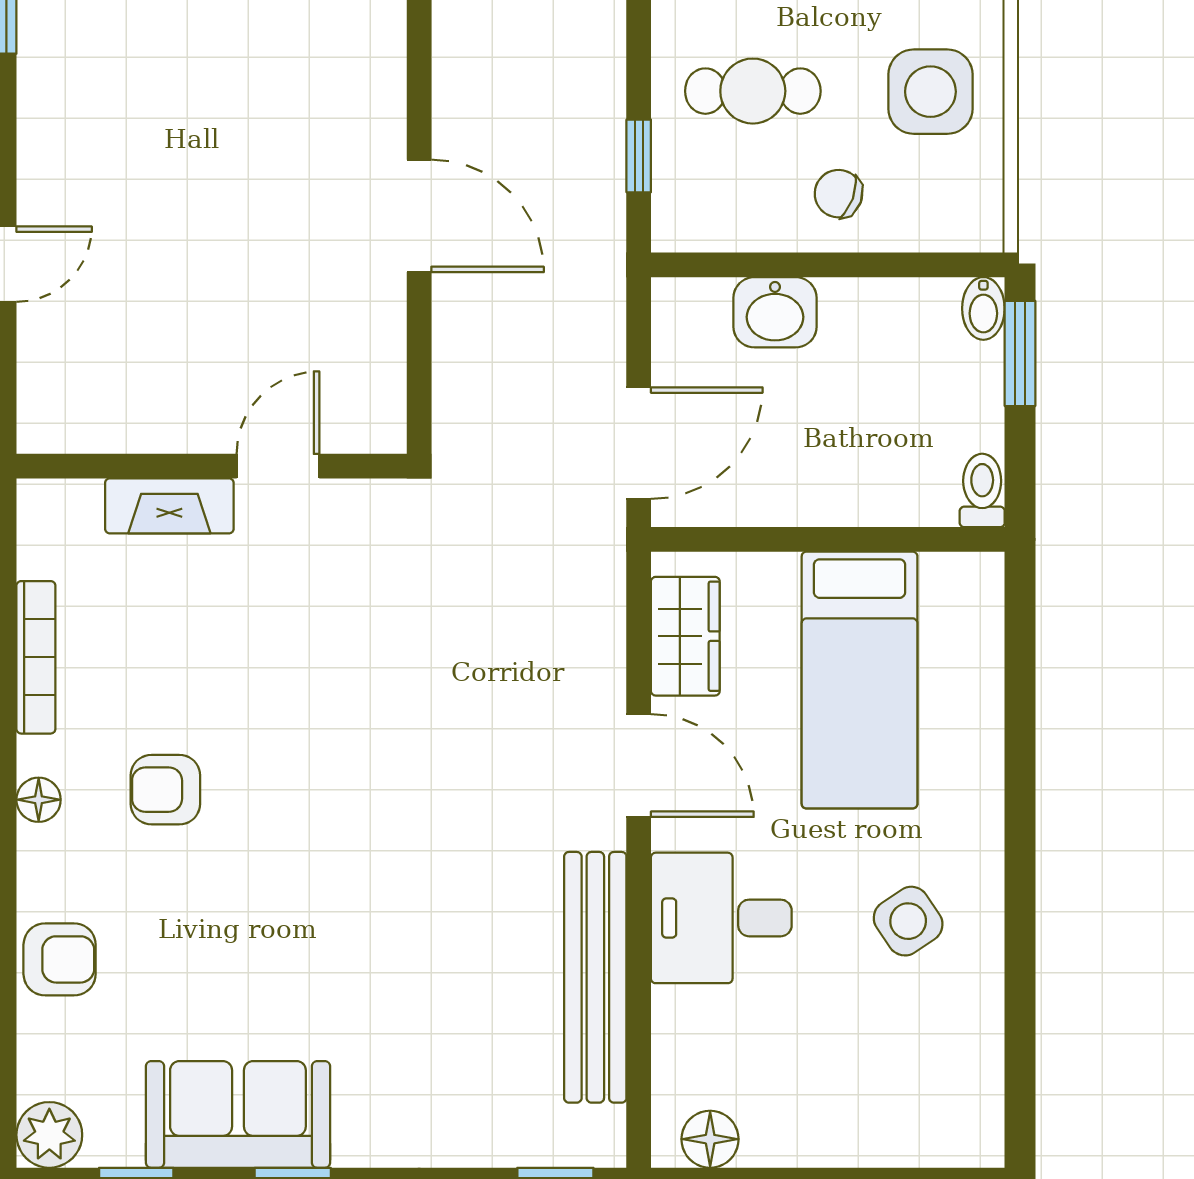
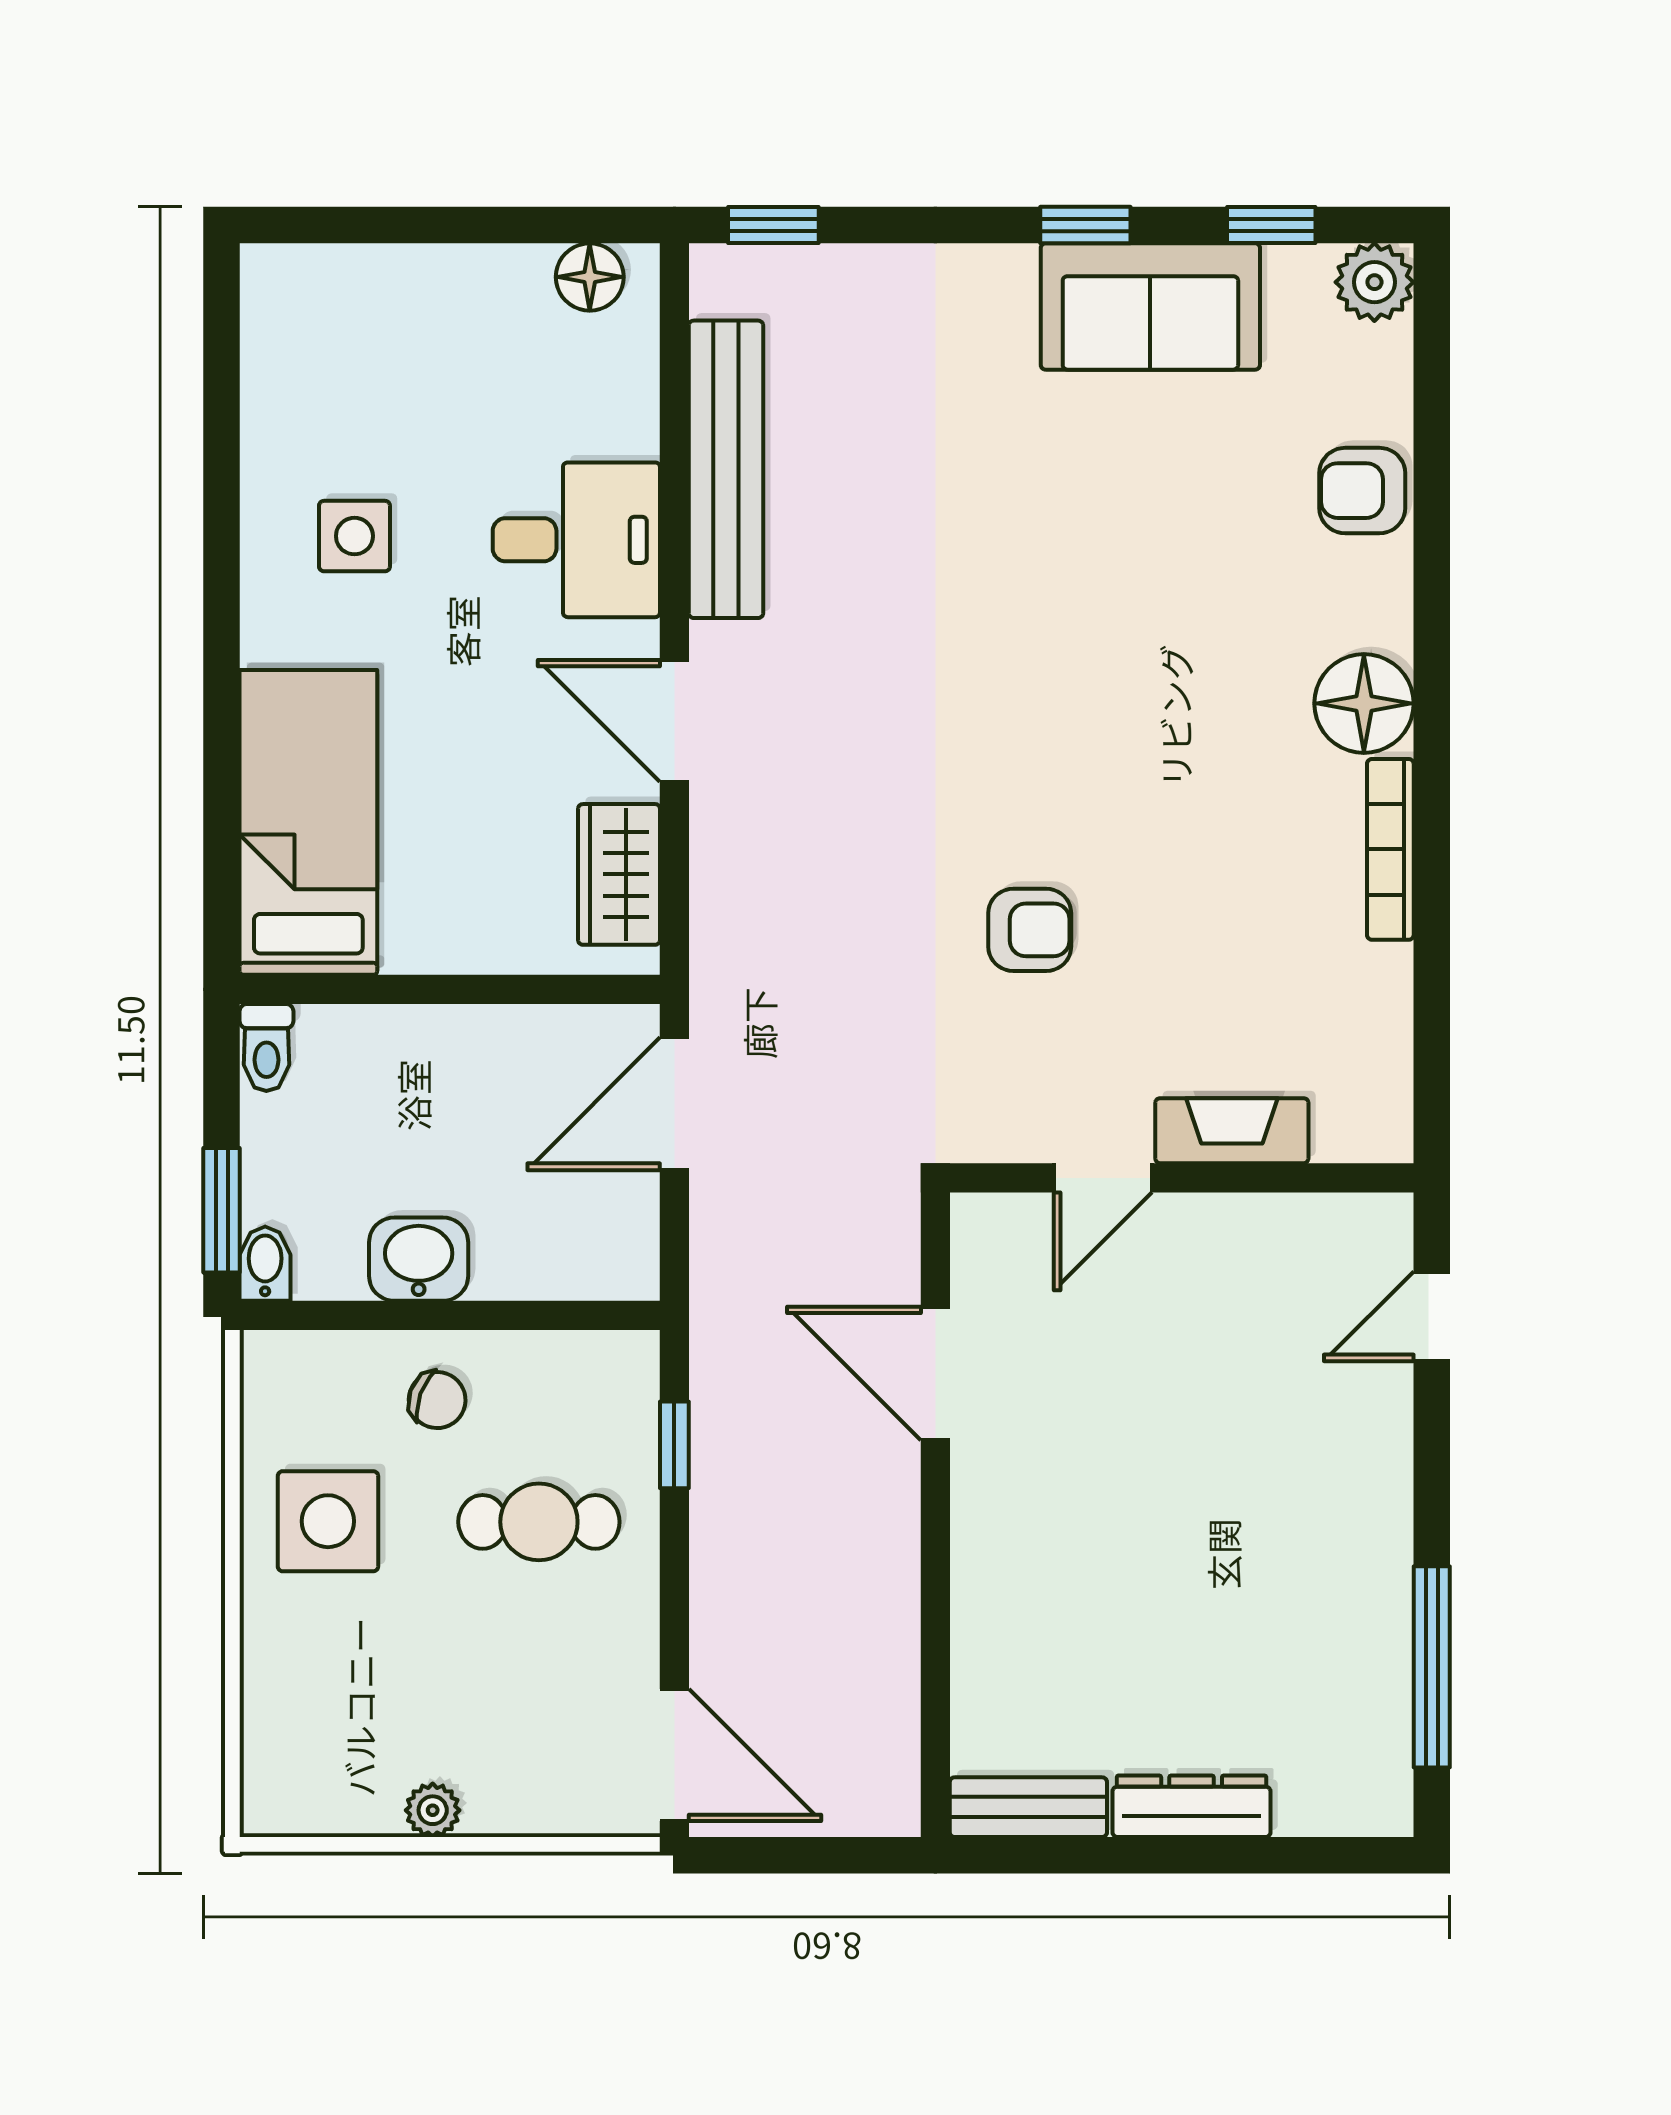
washbasin: (775, 312) -> (419, 1259), moved
wall: (212, 466) -> (1182, 1178), moved
door: (278, 466) -> (1103, 1178), moved
fireplace: (169, 506) -> (1232, 1131), moved
bed: (860, 680) -> (308, 822), moved
armchair: (165, 790) -> (1030, 930), moved
floor lamp: (39, 800) -> (1364, 703), width x1.89, depth x1.89
side table: (908, 921) -> (354, 536), turned 34

